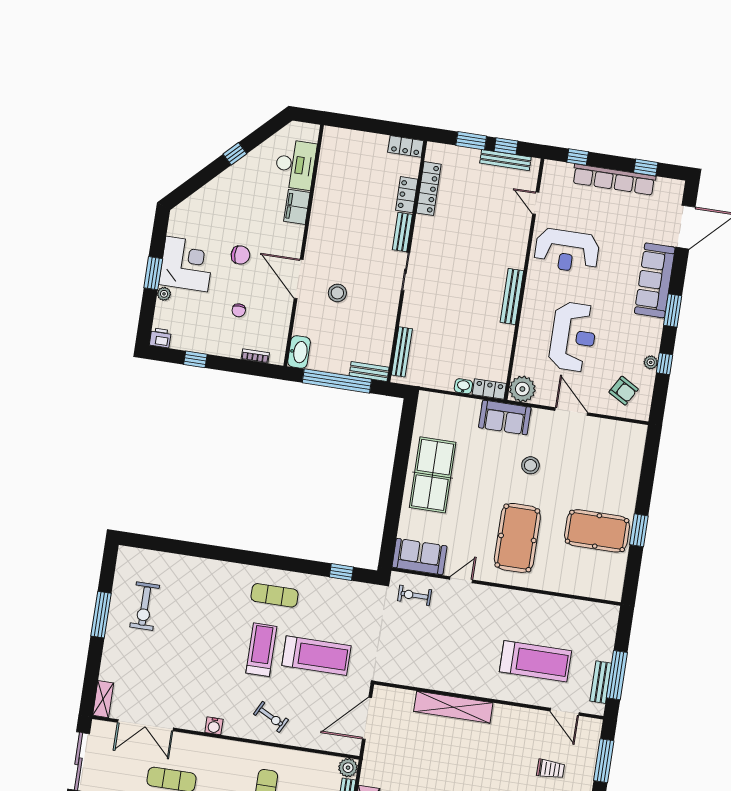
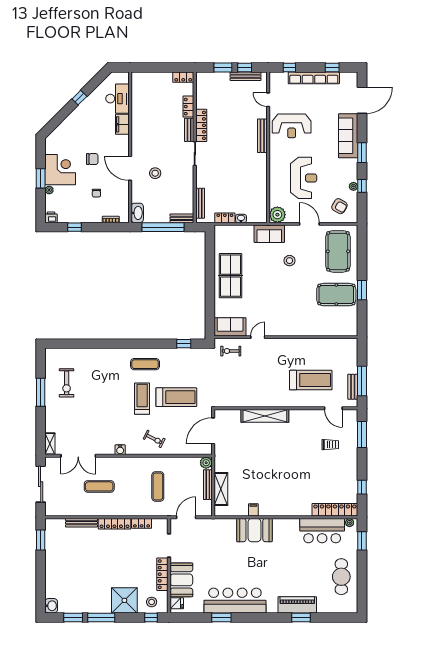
locker: (429, 189) -> (201, 125), moved
bench: (512, 296) -> (262, 136), moved
locker: (489, 389) -> (225, 218), moved
pool table: (517, 538) -> (338, 251), moved

